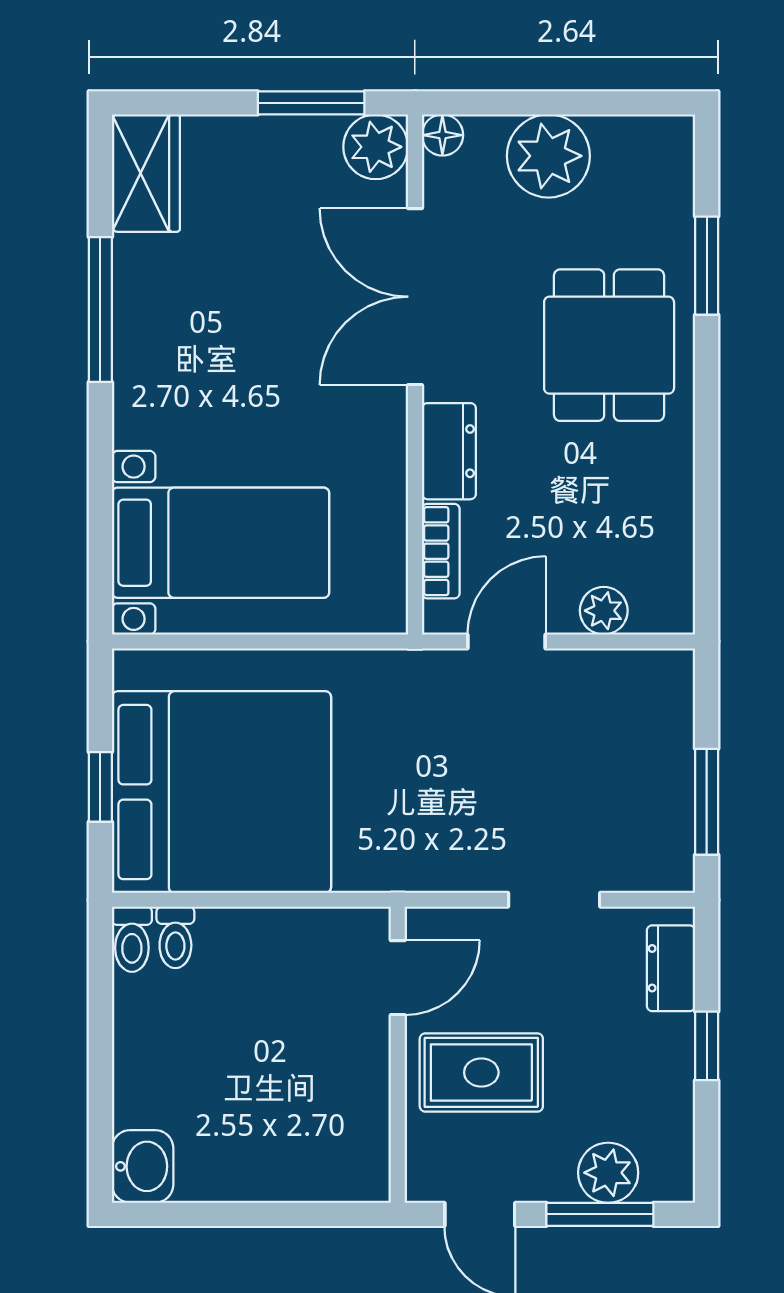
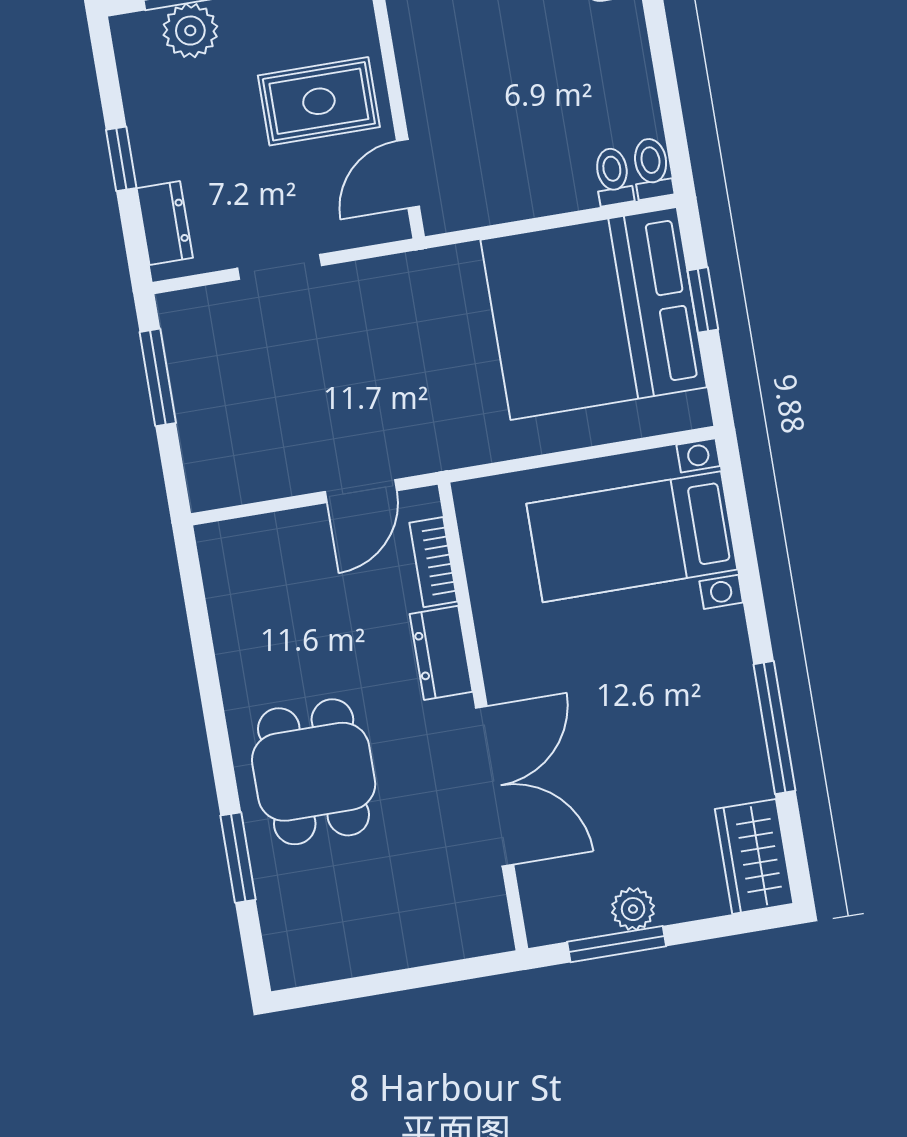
floor lamp: (442, 135) -> (494, 935), removed
plant: (376, 147) -> (633, 909), moved, width x0.73, depth x0.73
plant: (548, 156) -> (396, 932), removed
plant: (604, 611) -> (278, 533), removed

